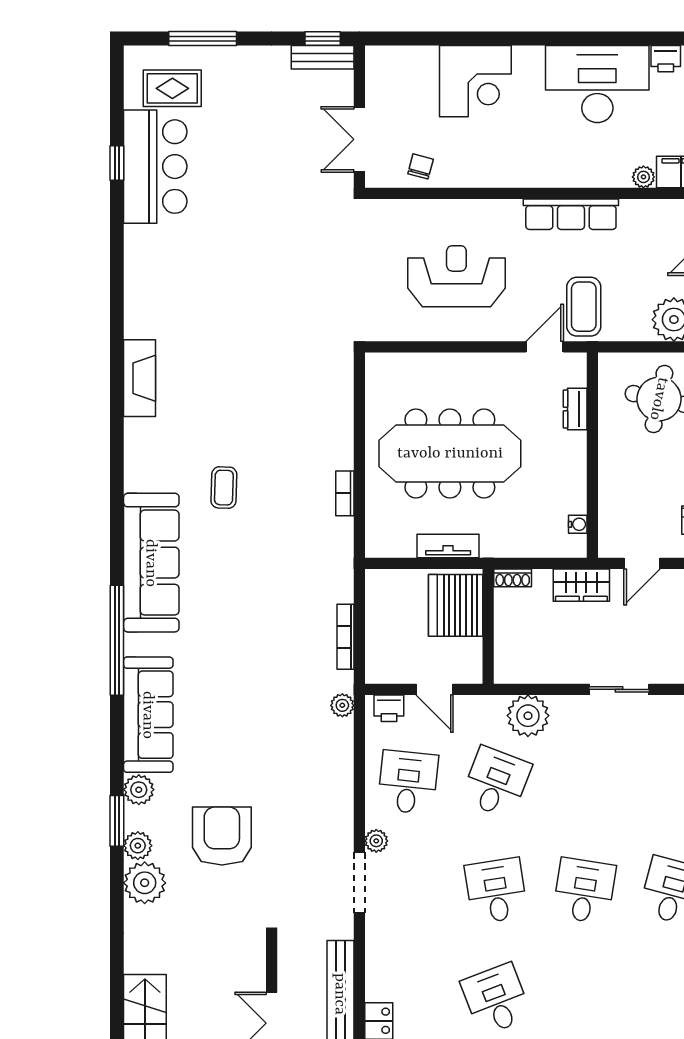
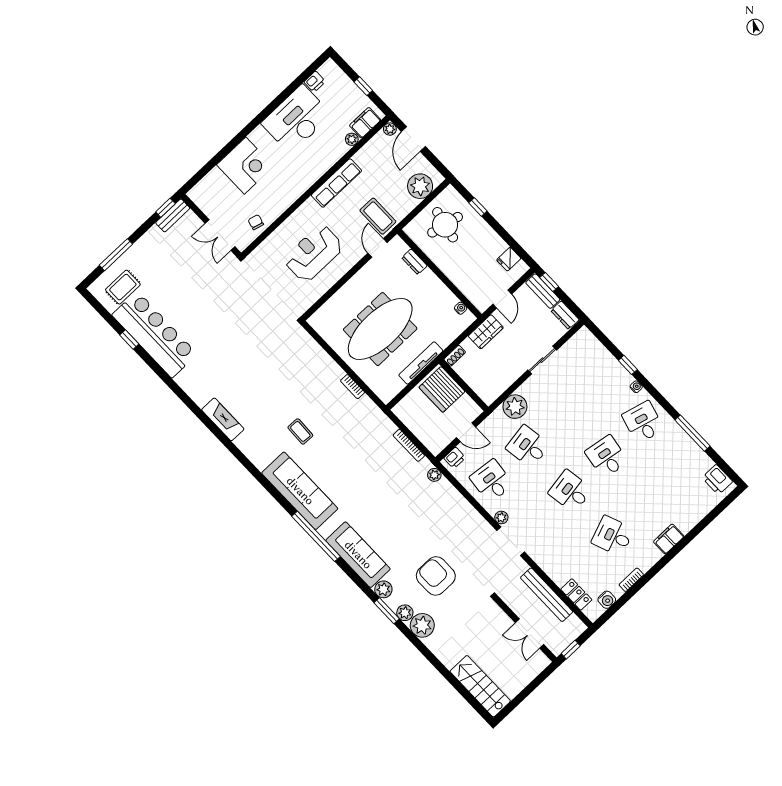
bar counter: (155, 167) -> (155, 334), width x1.36
tv unit: (448, 546) -> (421, 363), width x1.41
desk: (496, 782) -> (528, 446), turned -30

